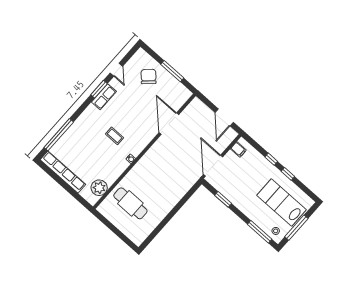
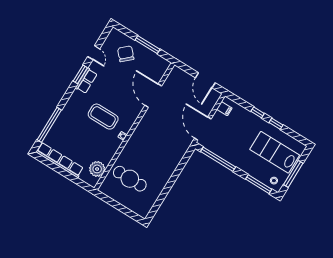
coffee table: (115, 136) -> (103, 117), width x1.86, depth x1.72
window: (223, 199) -> (218, 159), width x2.11

